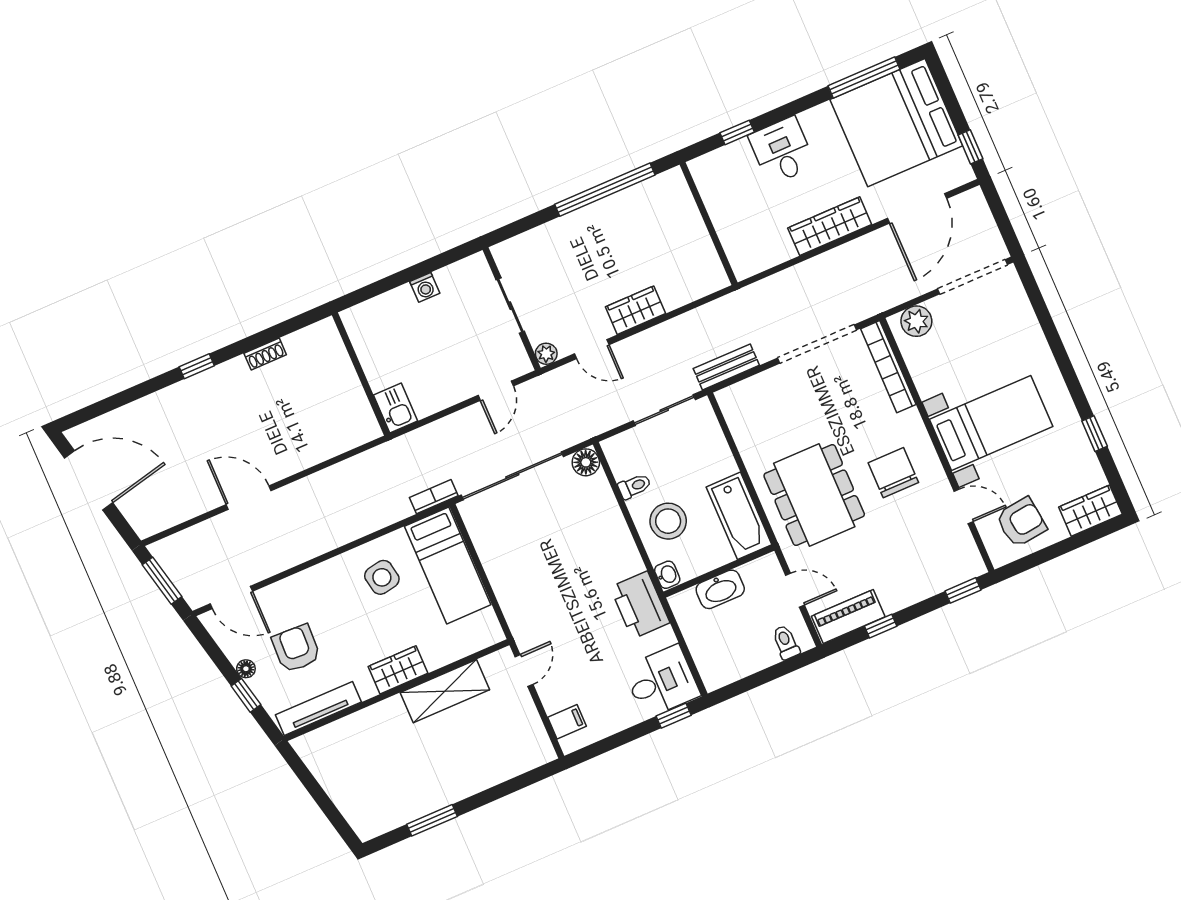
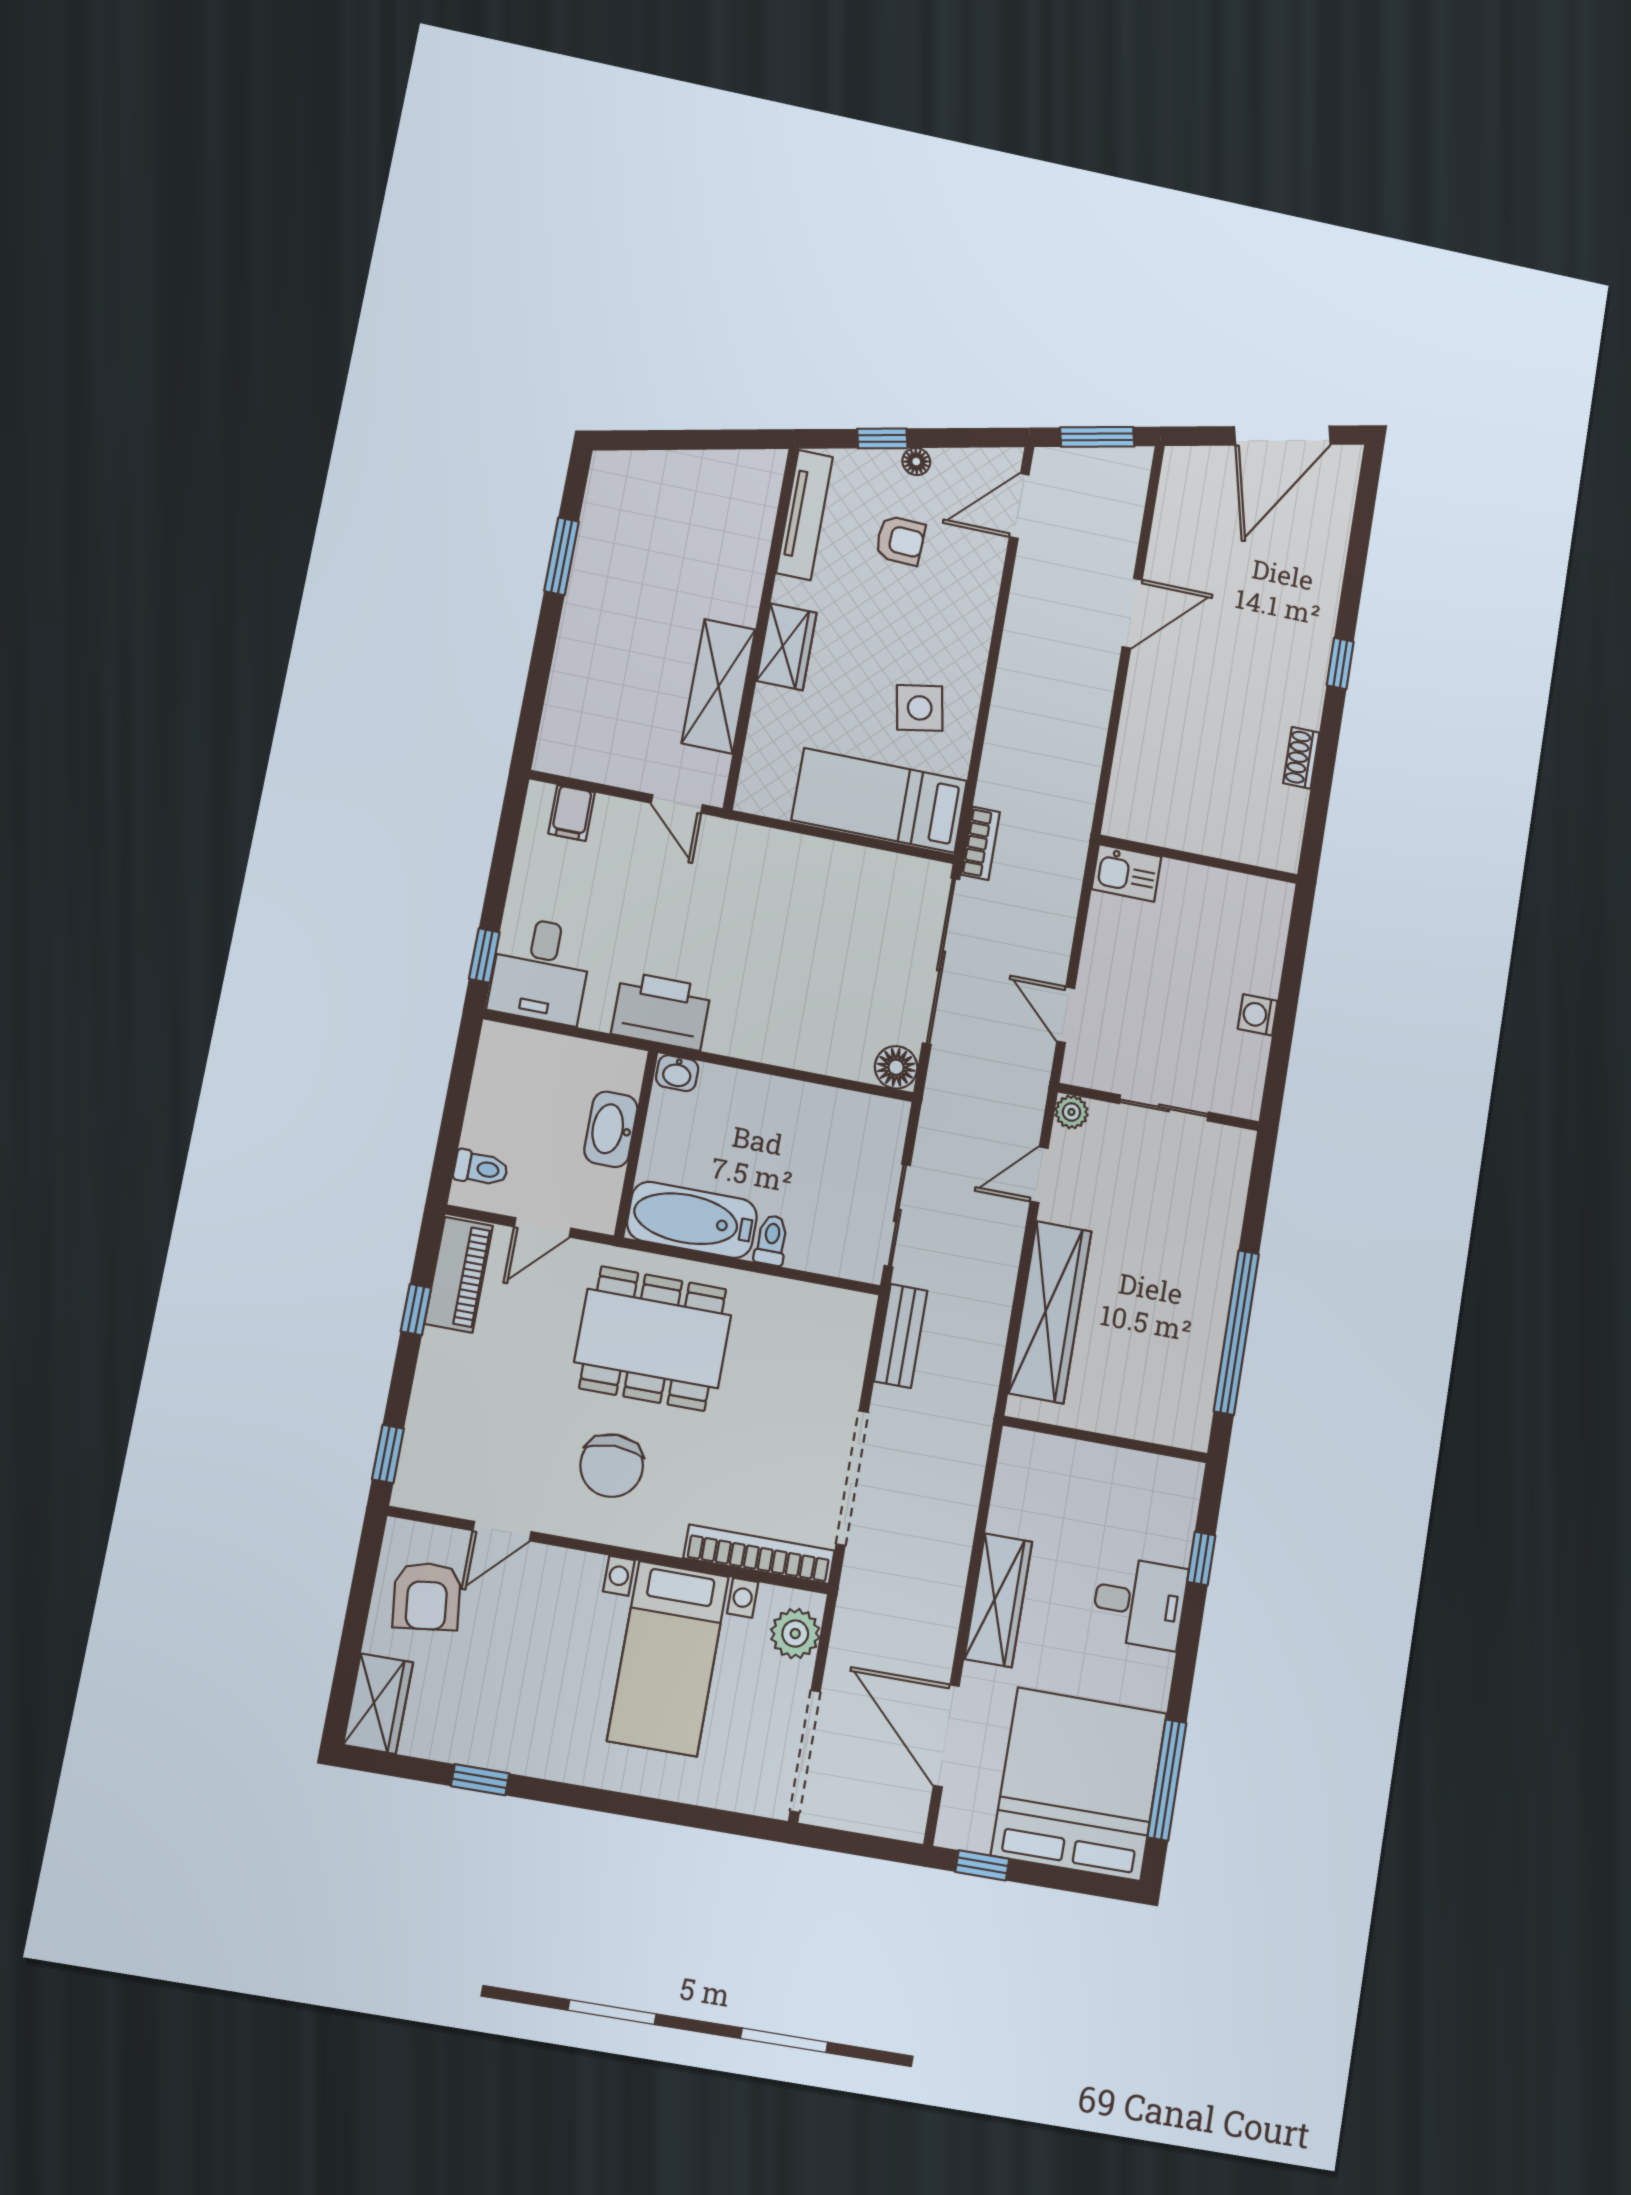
wardrobe: (635, 310) -> (1050, 1312), width x2.10, depth x1.17
bed with nightstands: (991, 423) -> (668, 1658), moved
chair: (893, 473) -> (612, 1466), turned 90
toilet: (634, 486) -> (771, 1240), moved, turned 180
stool: (668, 521) -> (747, 1122), removed
armchair: (296, 648) -> (900, 540), width x0.72, depth x0.72

